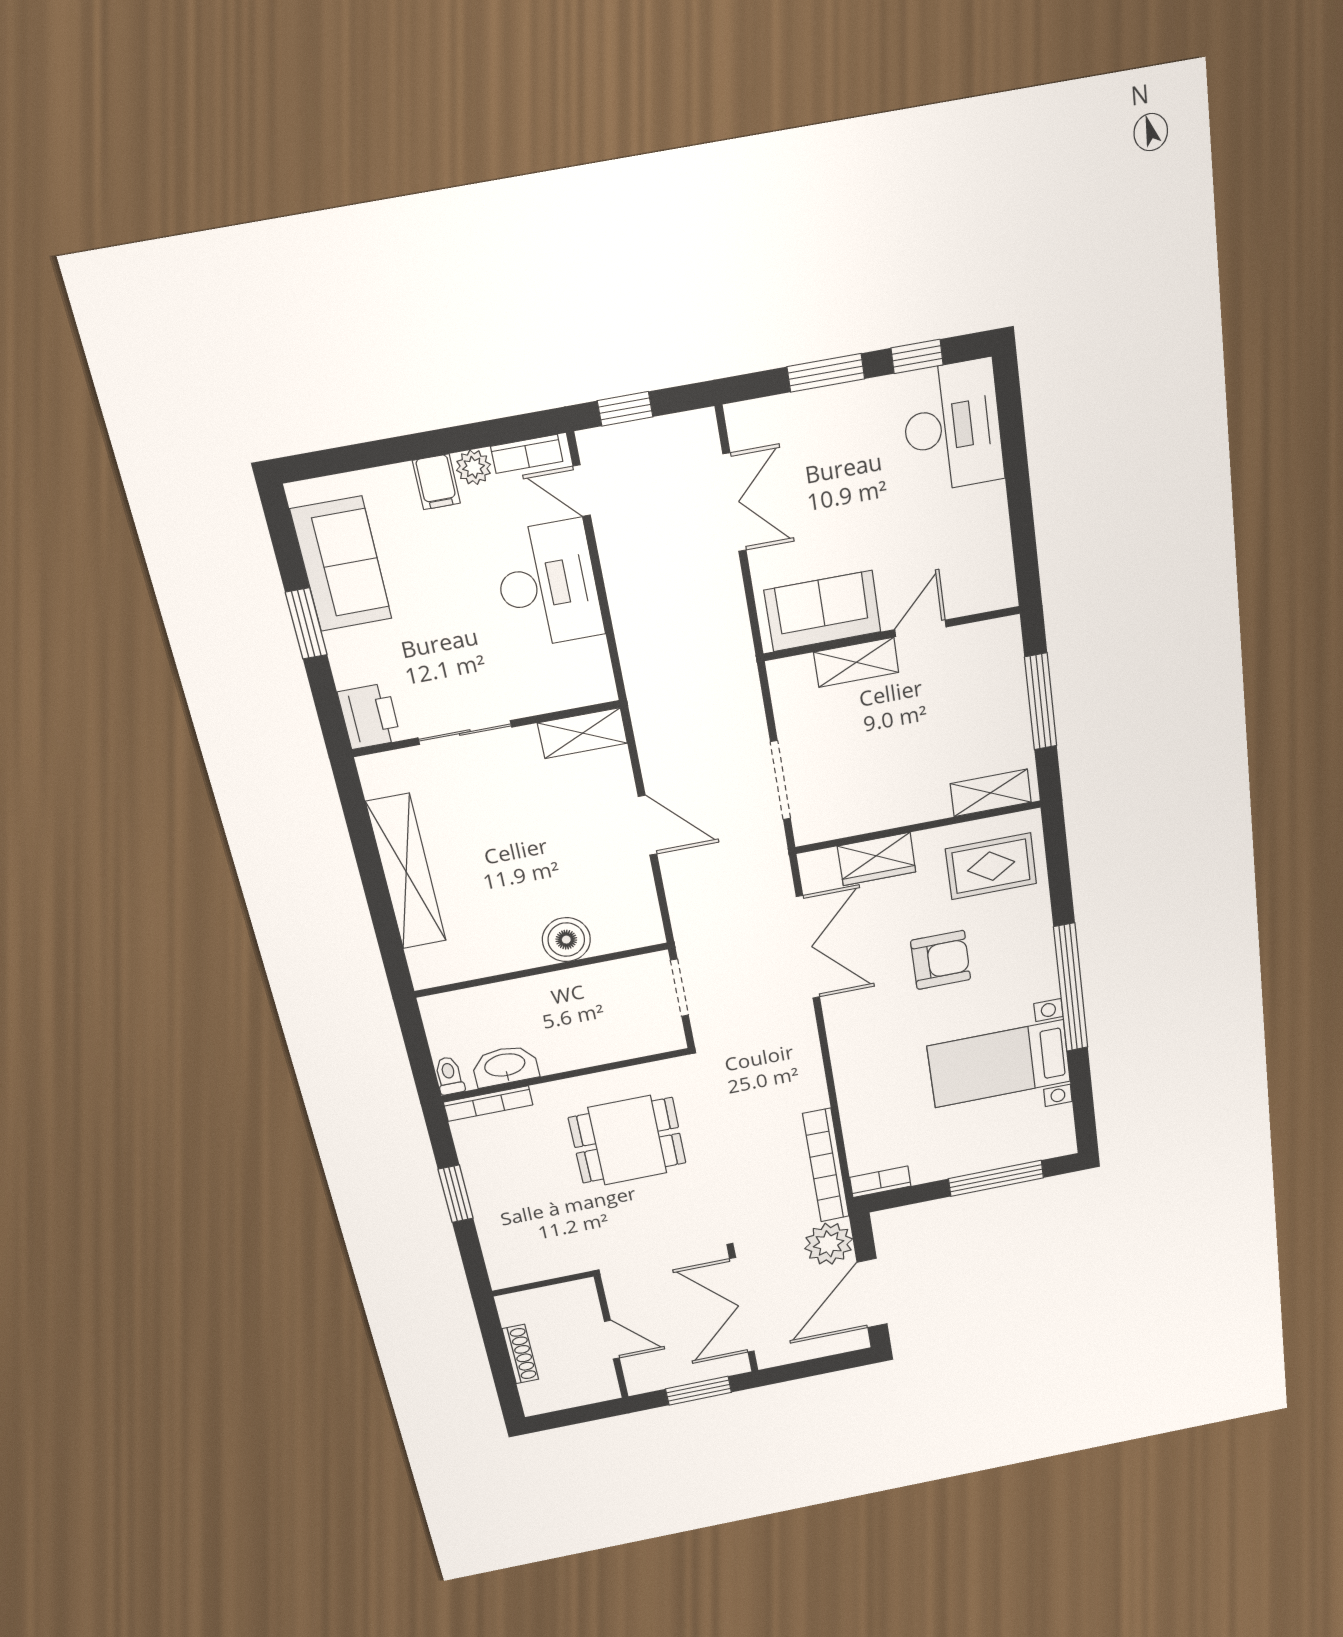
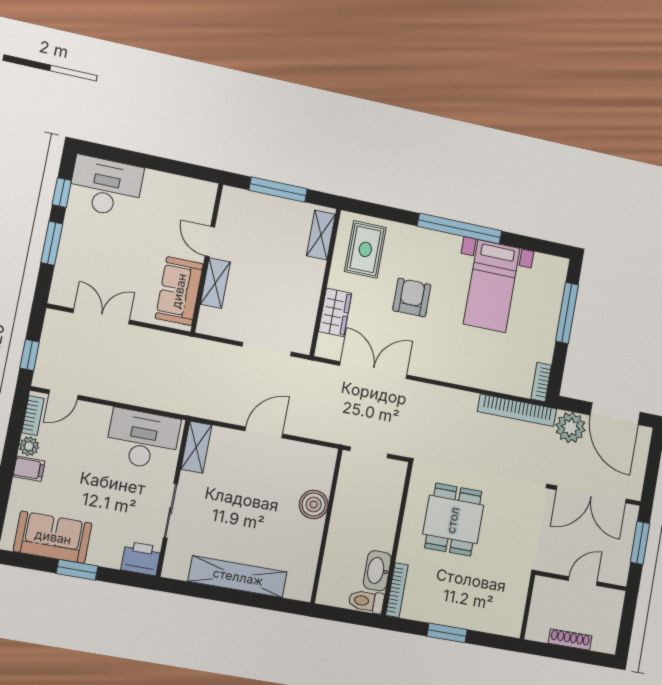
desk: (548, 584) -> (143, 439), moved
toilet: (449, 1076) -> (366, 601), width x1.37, depth x1.39

